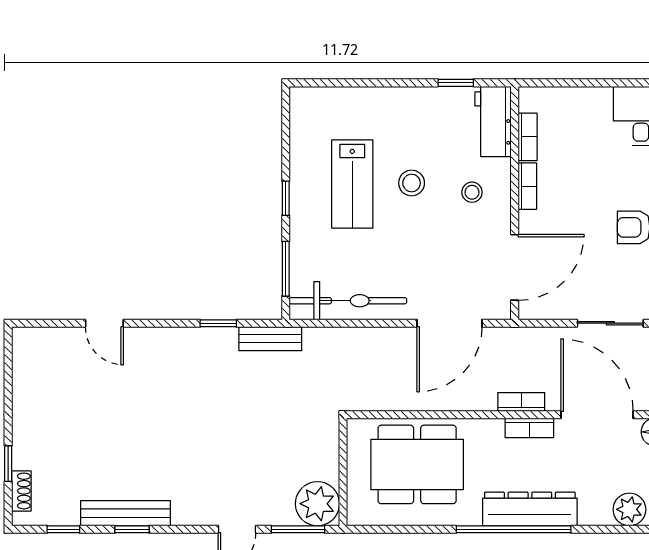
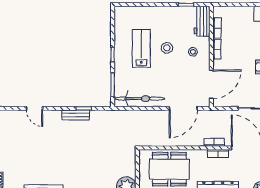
lab bench: (352, 184) -> (141, 48), turned 180
bench: (270, 339) -> (76, 115), moved

